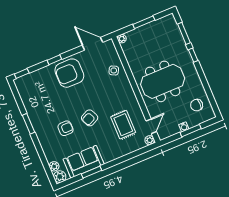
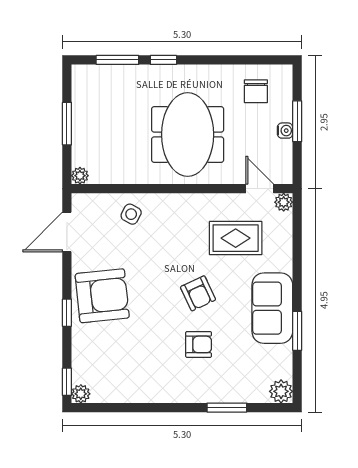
armchair: (69, 73) -> (102, 296), turned -96
window: (29, 124) -> (227, 408), moved
armchair: (66, 128) -> (199, 344), turned 90
sofa: (84, 162) -> (272, 308), moved
plant: (54, 166) -> (81, 394), moved

